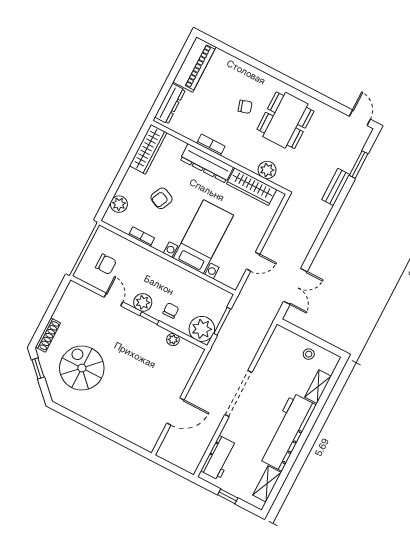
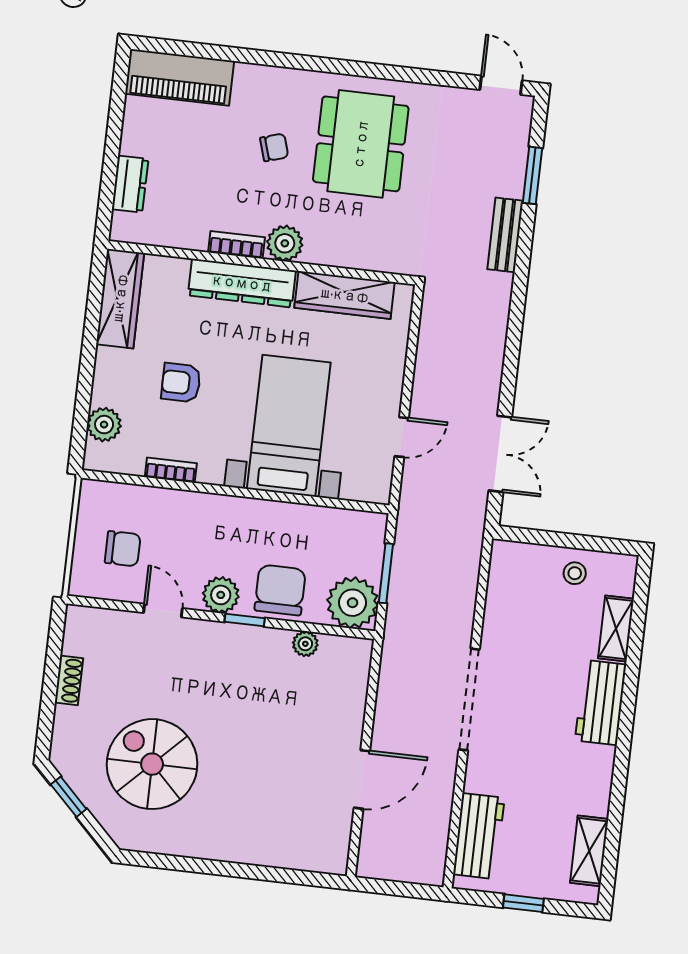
piano: (194, 64) -> (180, 77), moved, turned 90
dresser: (170, 104) -> (130, 184), width x0.70
plant: (267, 170) -> (285, 243), moved
armchair: (161, 198) -> (181, 383), turned 65
chair: (171, 311) -> (280, 590), width x1.87, depth x1.87
shoe rack: (48, 335) -> (69, 680), moved, width x0.70
workbench: (287, 432) -> (601, 702), width x0.53, depth x0.76

